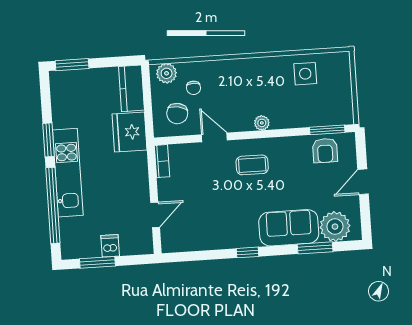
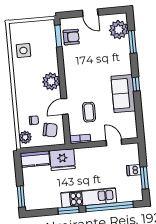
plant: (262, 123) -> (51, 81), width x1.88, depth x1.88
coffee table: (252, 165) -> (89, 112), moved
sofa: (289, 228) -> (123, 94), moved

